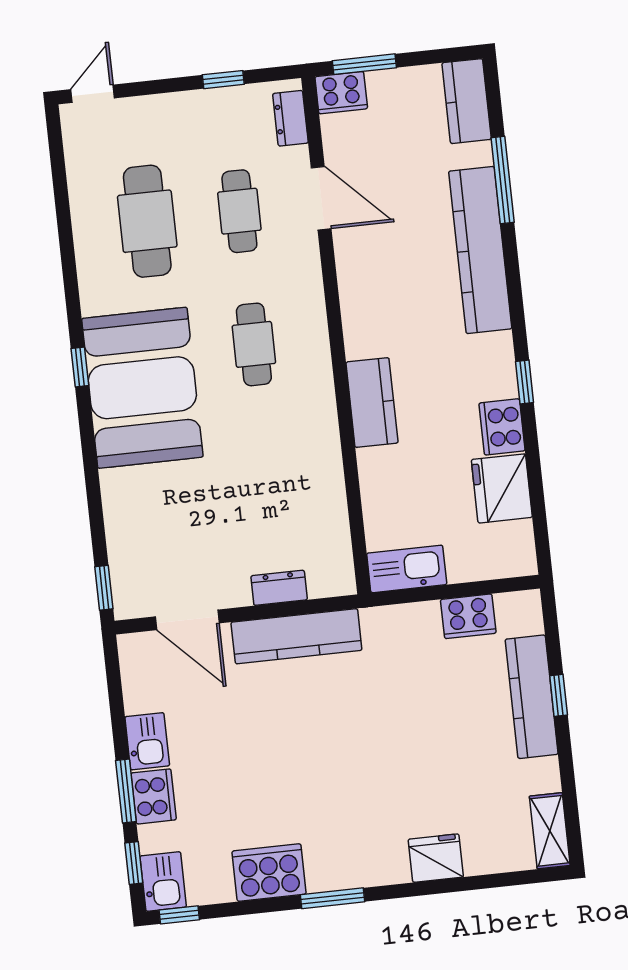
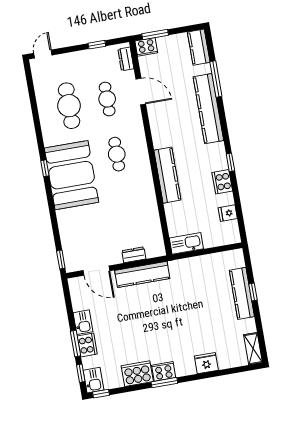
kitchen counter: (372, 403) -> (167, 175), width x1.50
fridge: (502, 488) -> (228, 213), width x0.53, depth x0.75
cooker: (468, 616) -> (164, 371), moved, turned 180

